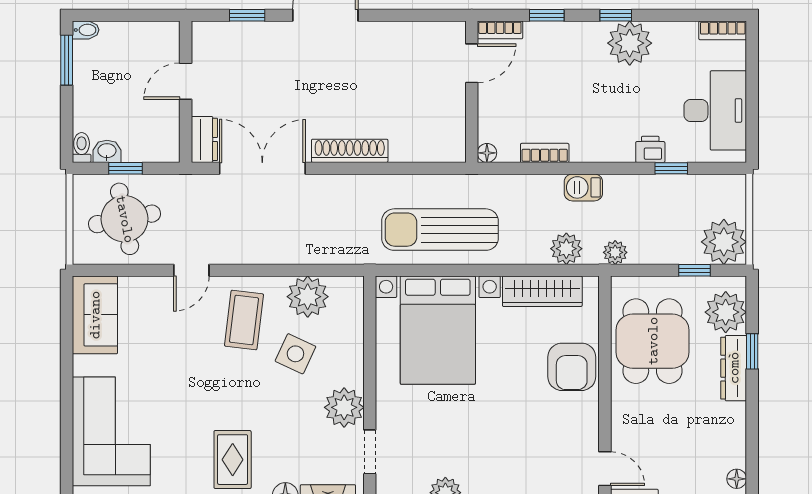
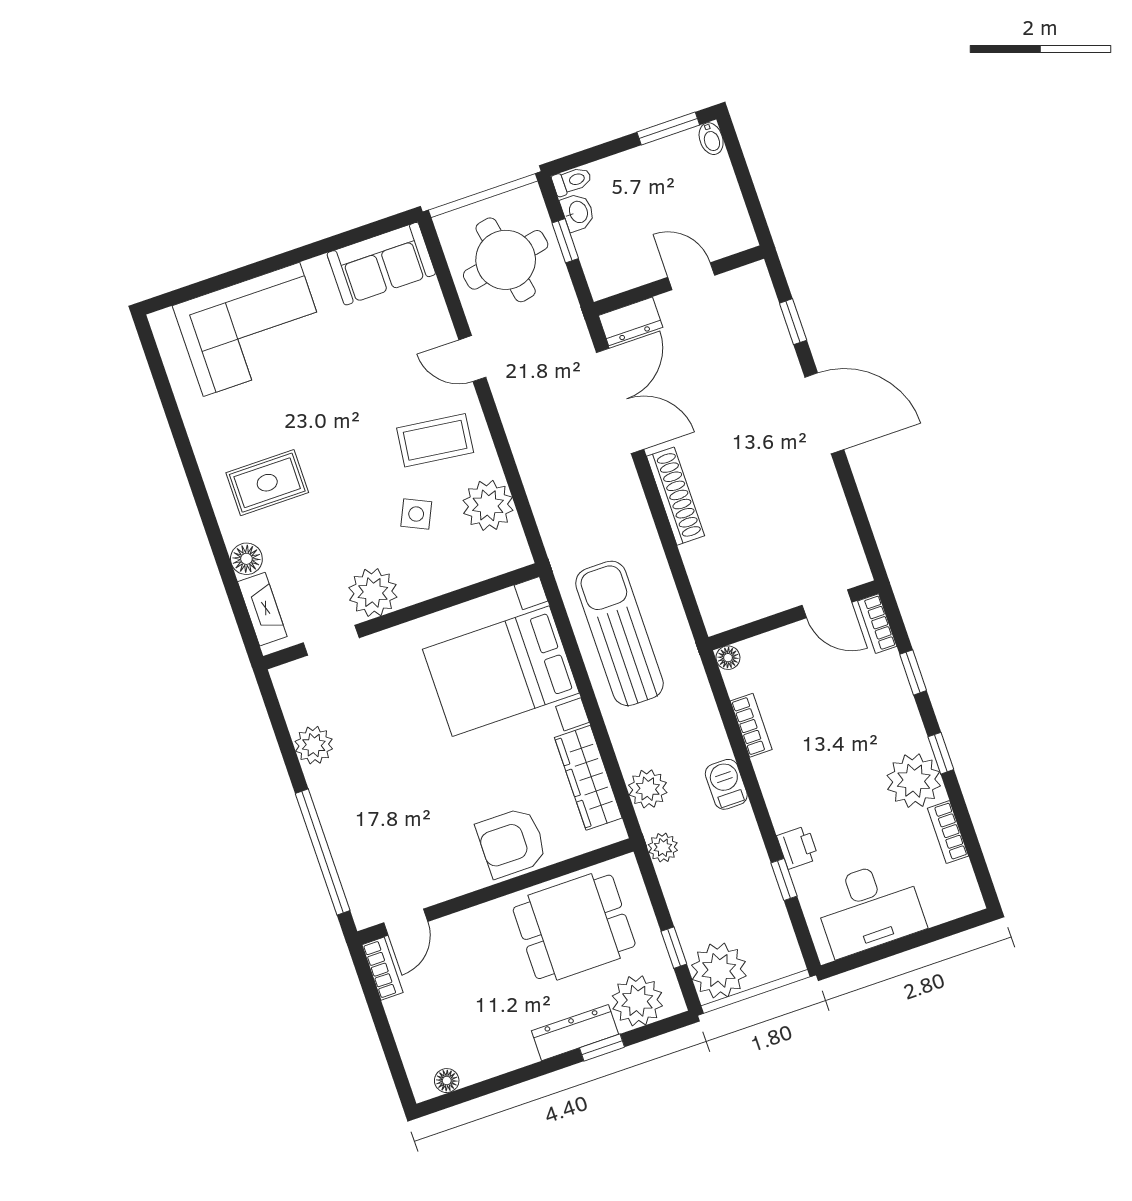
bookcase: (723, 30) -> (948, 832), moved
side table: (295, 354) -> (416, 514), width x0.73, depth x0.73

